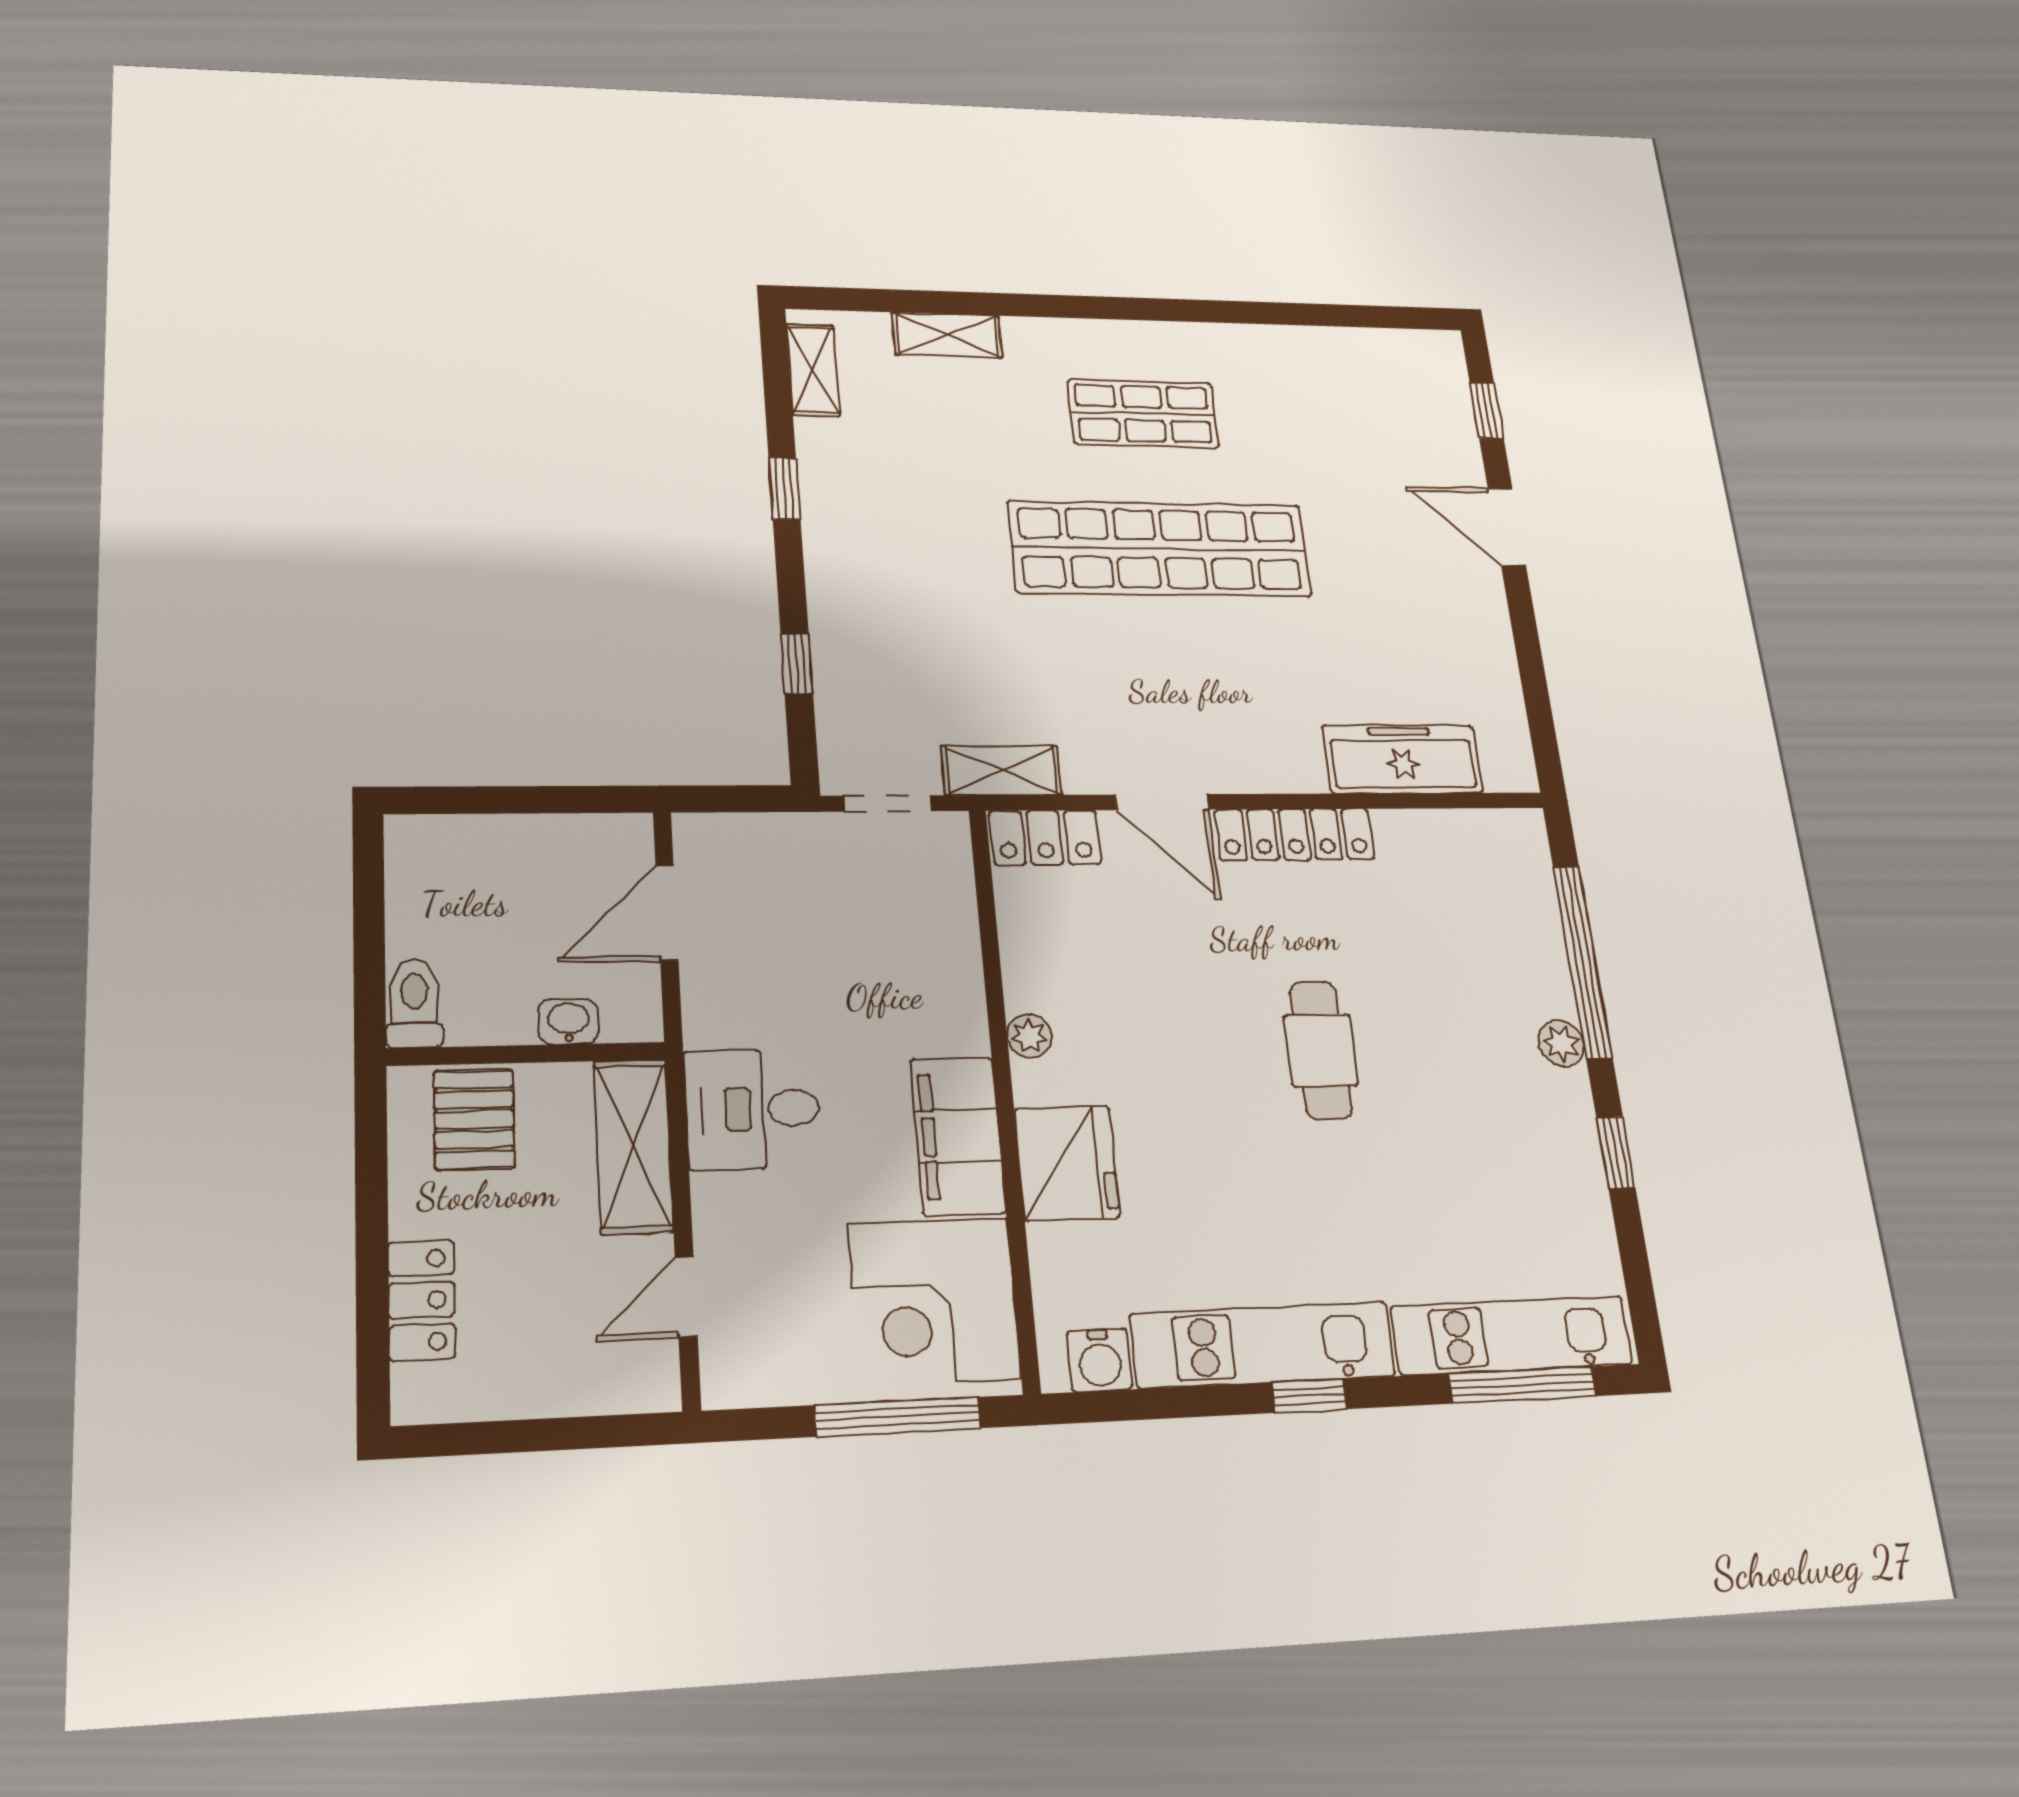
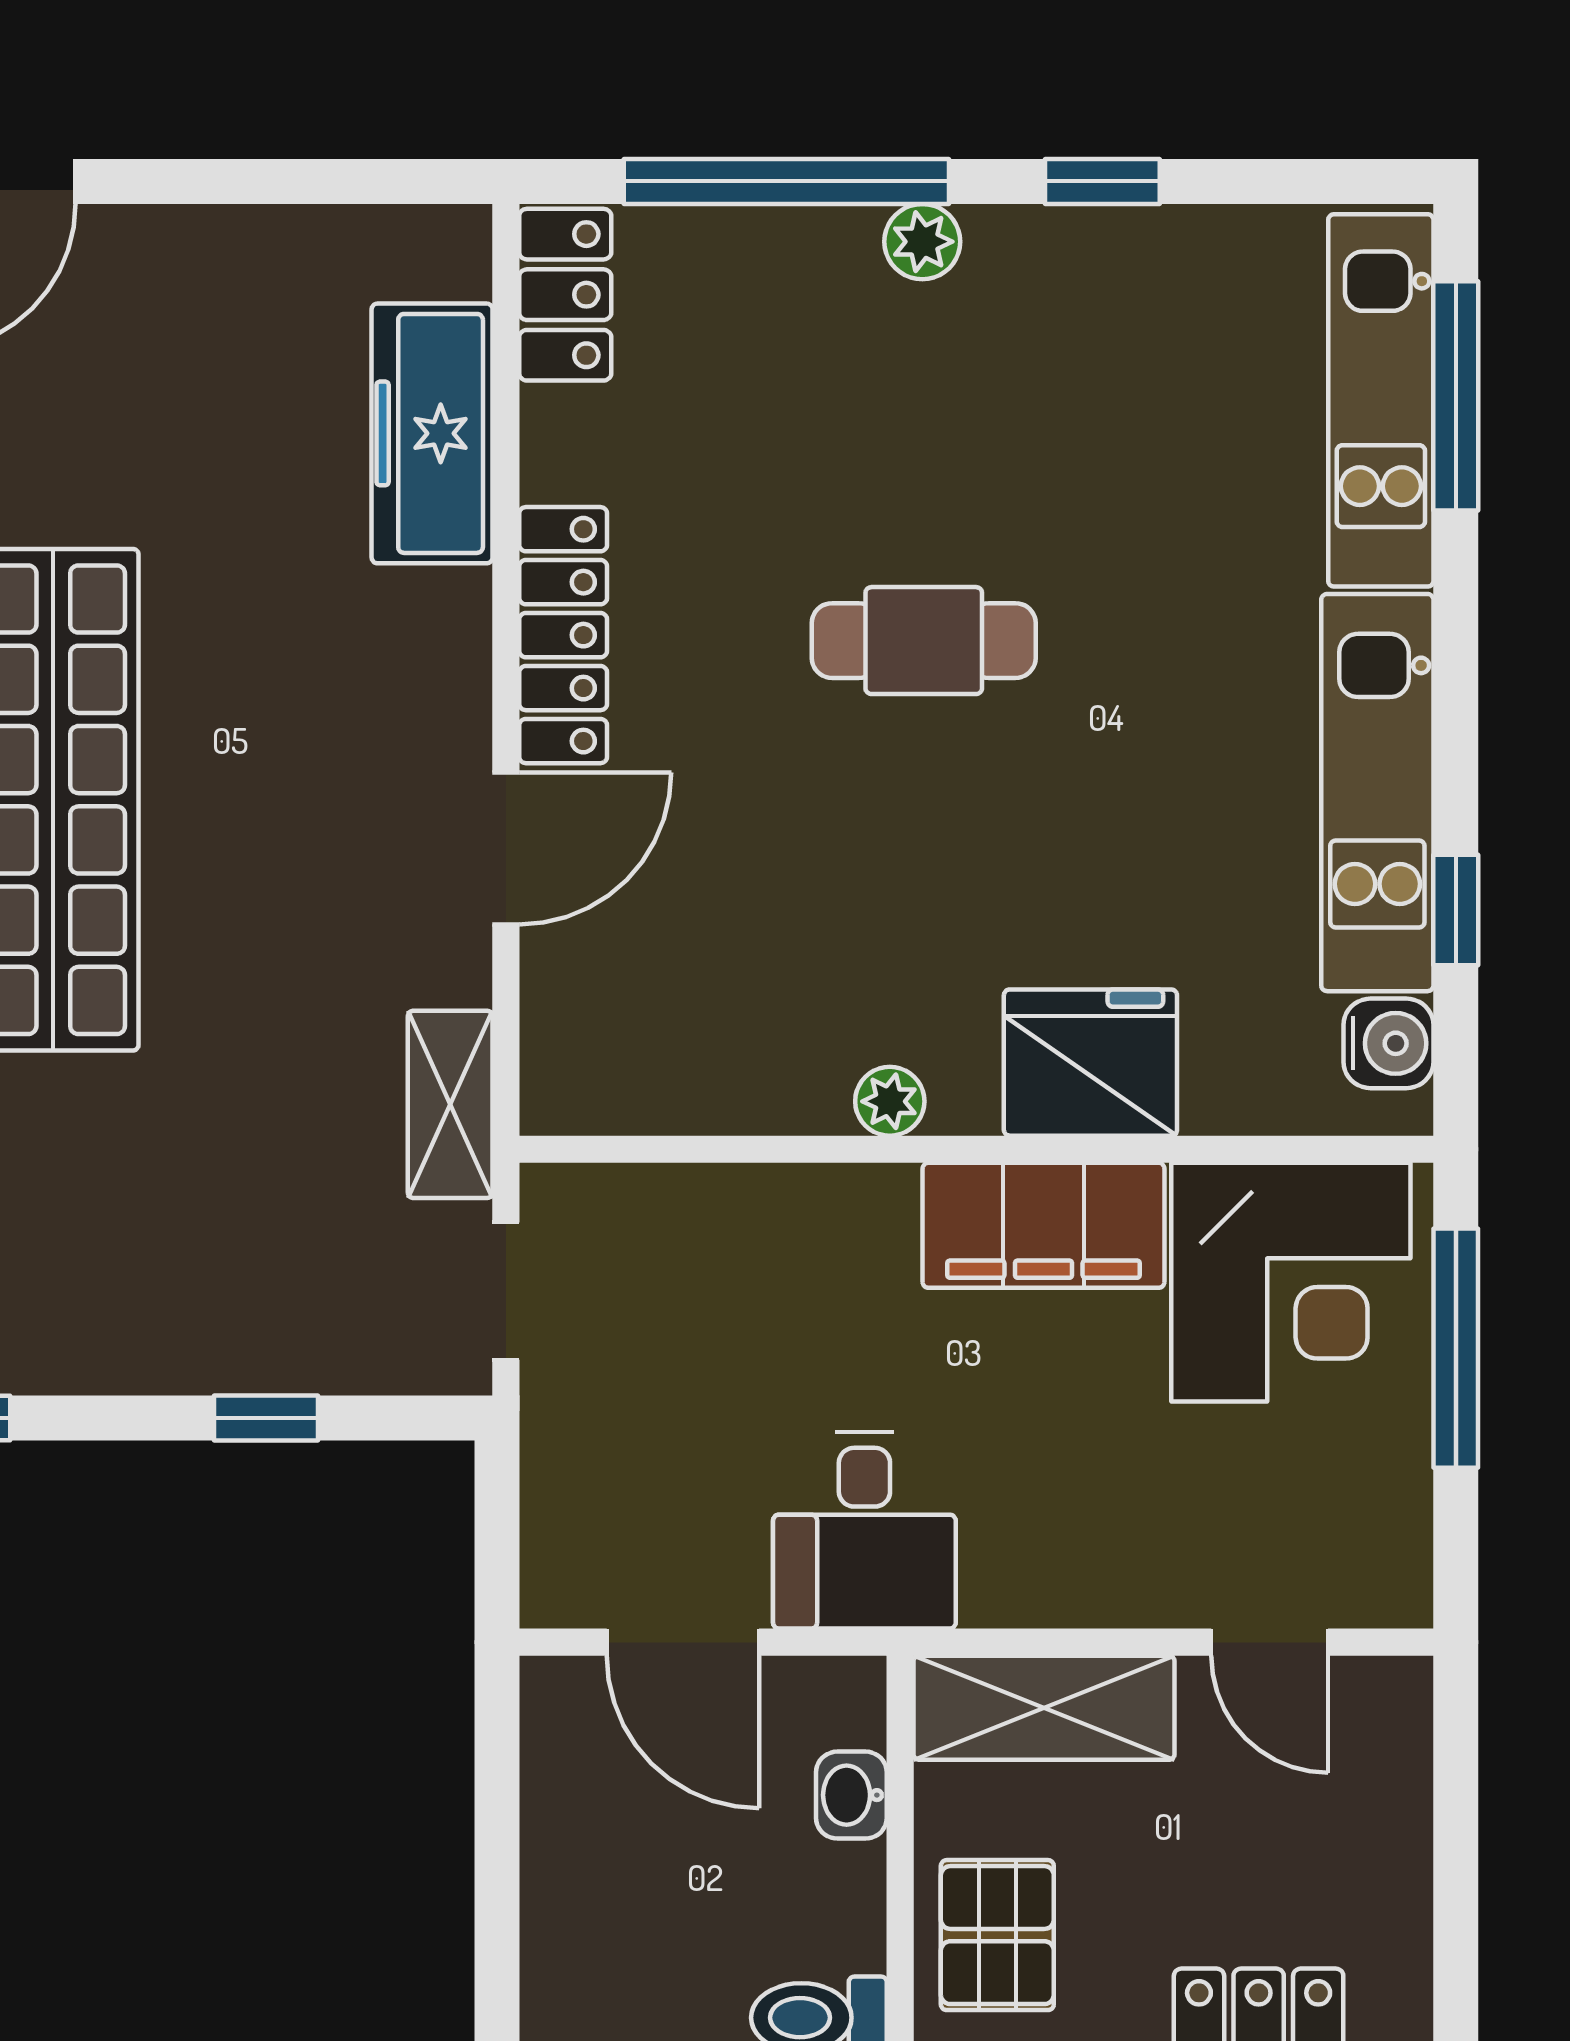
locker: (1045, 838) -> (565, 295), moved
desk: (753, 1109) -> (864, 1530), moved
pallet: (474, 1119) -> (997, 1935), turned 90
window: (1309, 1396) -> (1456, 910), moved

